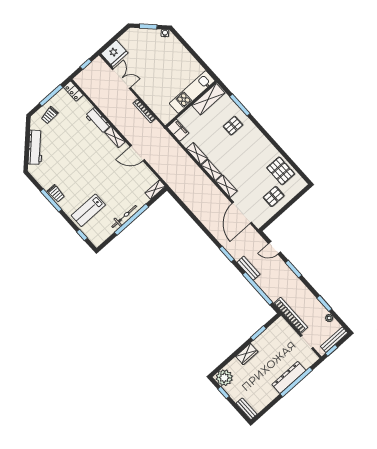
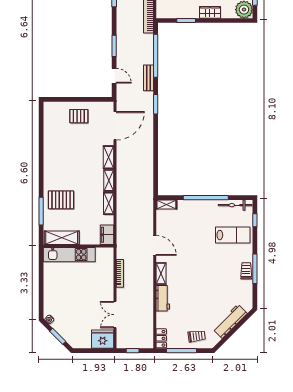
pallet: (233, 126) -> (61, 200), width x1.50, depth x1.42
pallet: (281, 171) -> (55, 131), removed
bicycle: (124, 216) -> (235, 205), moved

